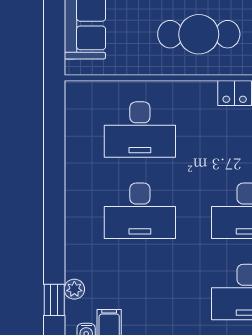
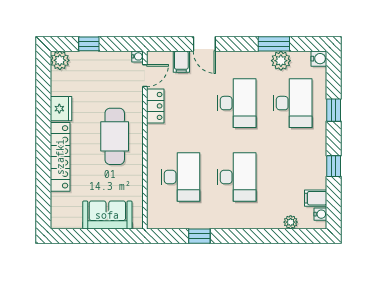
window: (54, 300) -> (199, 236), moved

